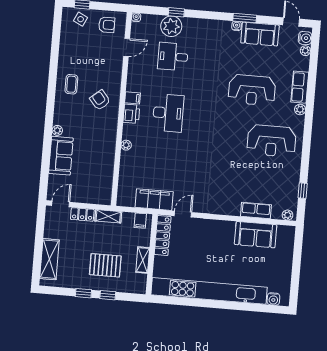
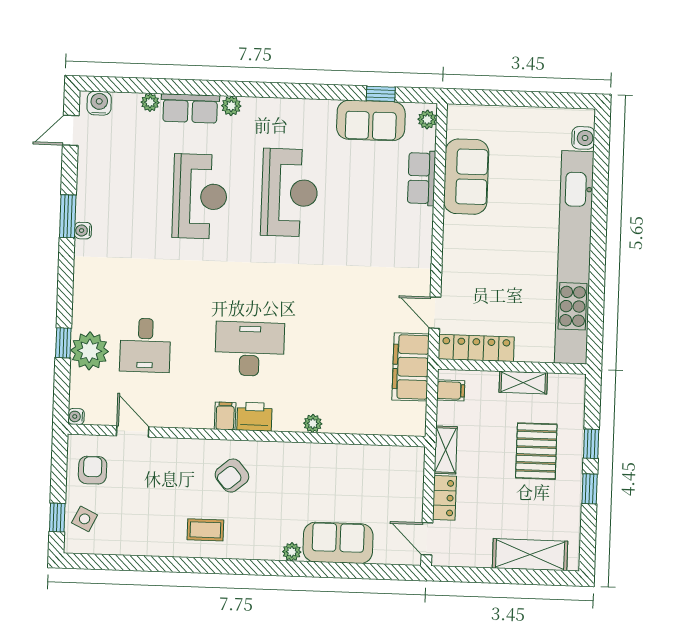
sofa: (260, 34) -> (371, 120), moved, turned 90
plant: (305, 51) -> (150, 102), moved
reception desk: (271, 141) -> (290, 193), moved

